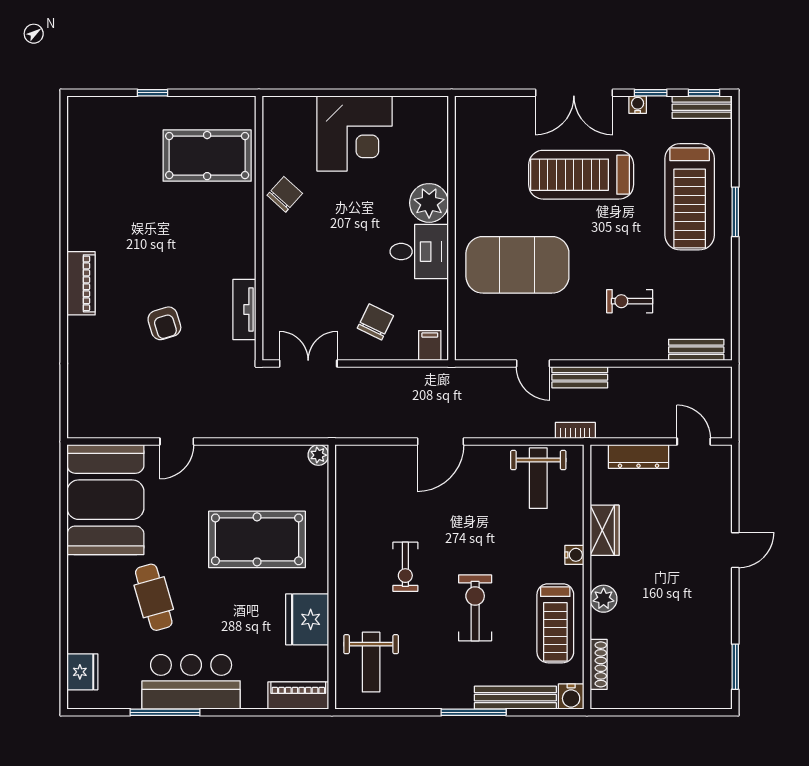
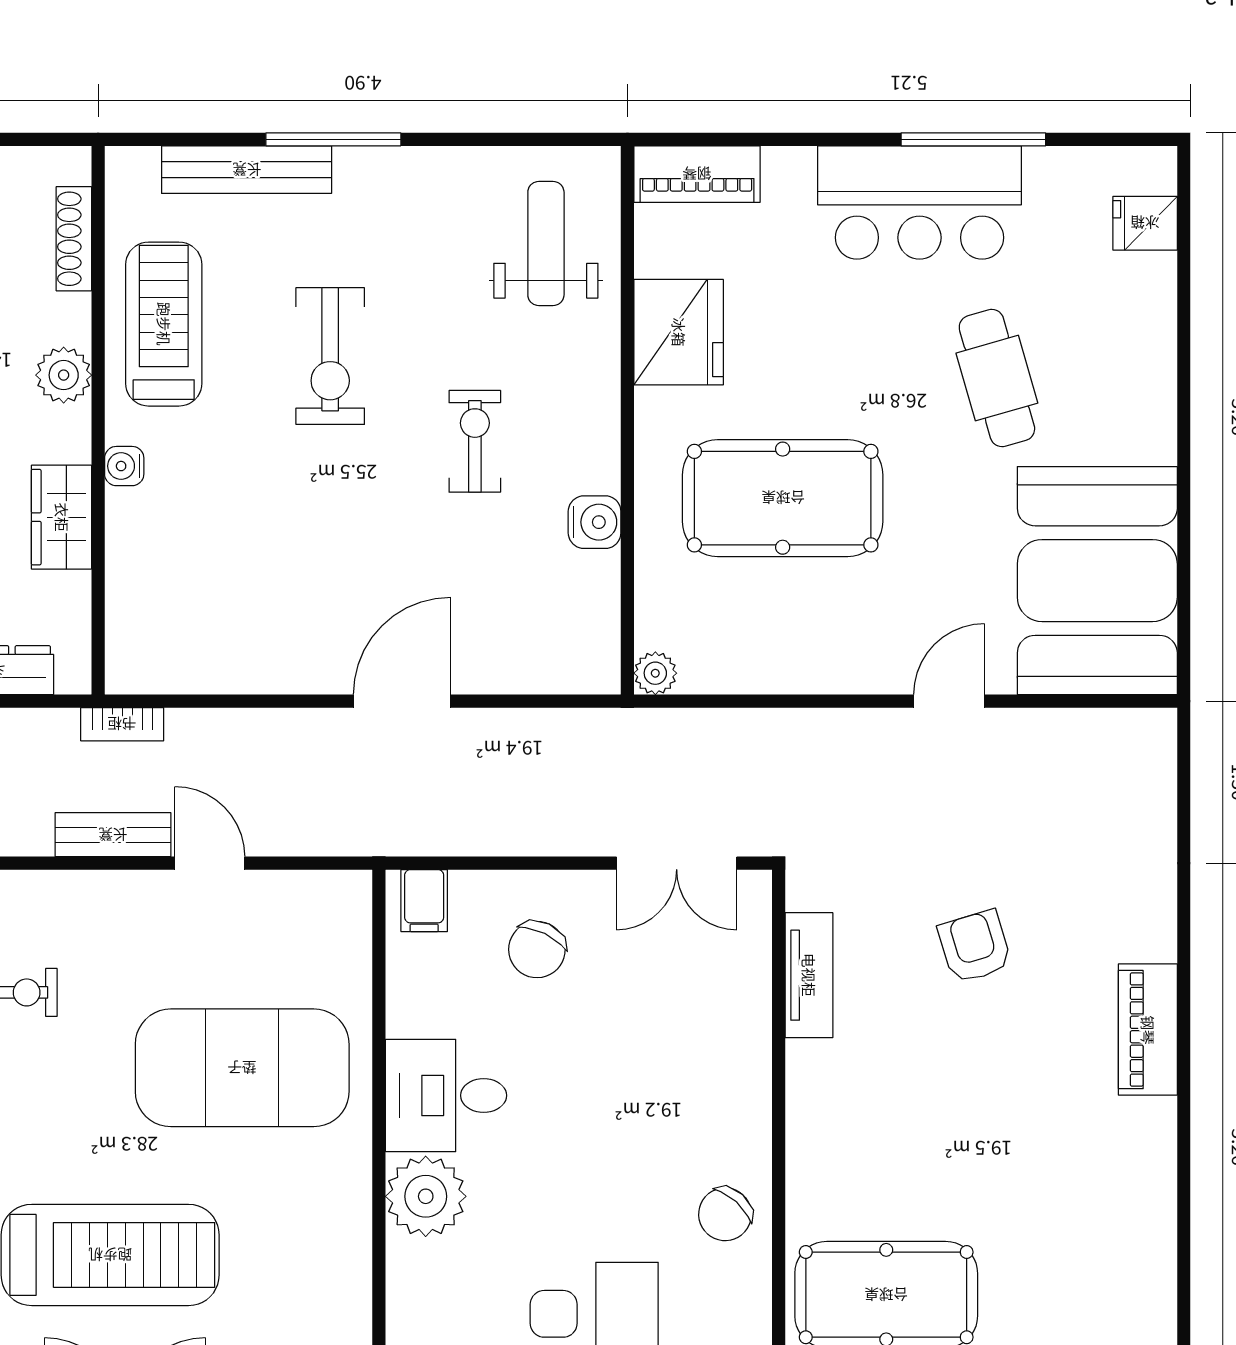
weight bench: (538, 478) -> (199, 625), removed
fridge: (82, 672) -> (1145, 223), width x0.72
water cooler: (571, 696) -> (595, 522), moved, turned 90

